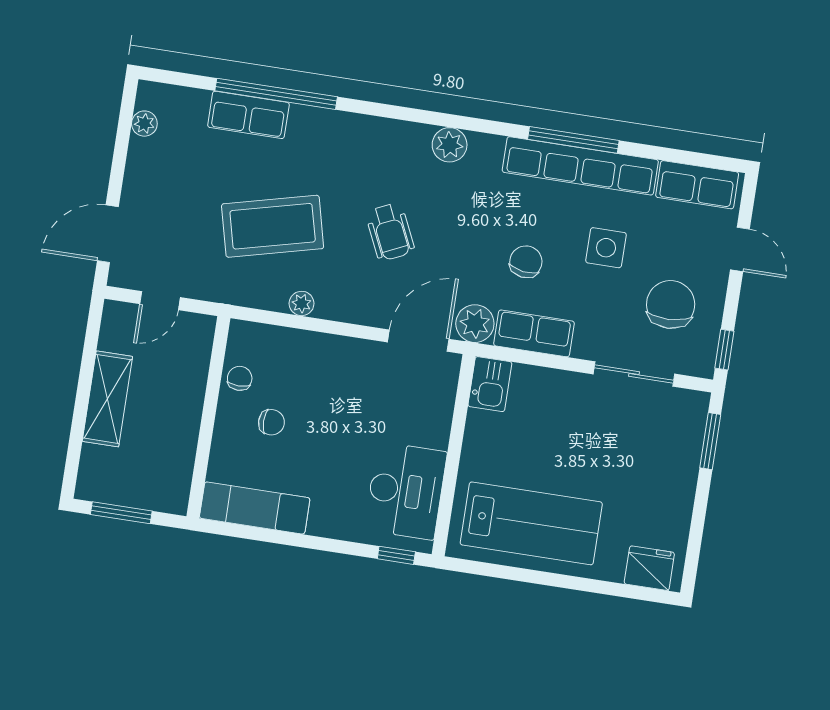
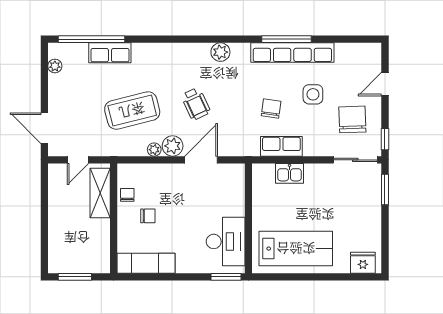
window: (276, 94) -> (92, 39), moved
row of seats: (697, 185) -> (357, 53), removed
door: (108, 234) -> (44, 128), hinge flipped
door: (740, 249) -> (385, 84), swing flipped
plant: (475, 324) -> (173, 146), moved
door: (418, 341) -> (201, 160), moved
sliding door: (634, 374) -> (355, 160), moved
kitchen sink: (490, 384) -> (289, 173), moved, turned 90
shelving: (107, 399) -> (100, 193), moved
window: (396, 555) -> (226, 277), width x1.50

